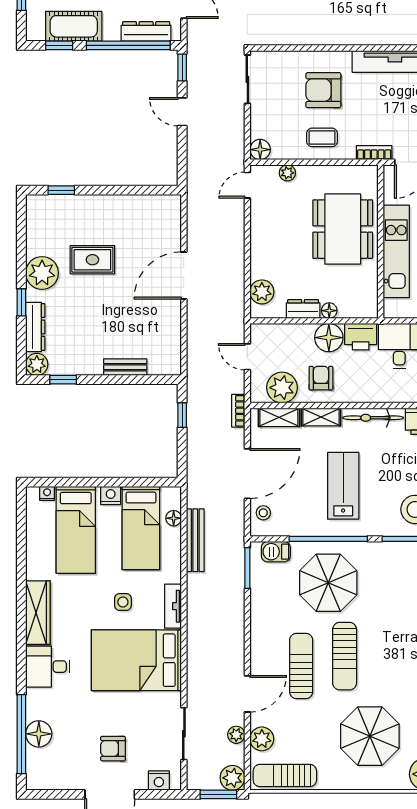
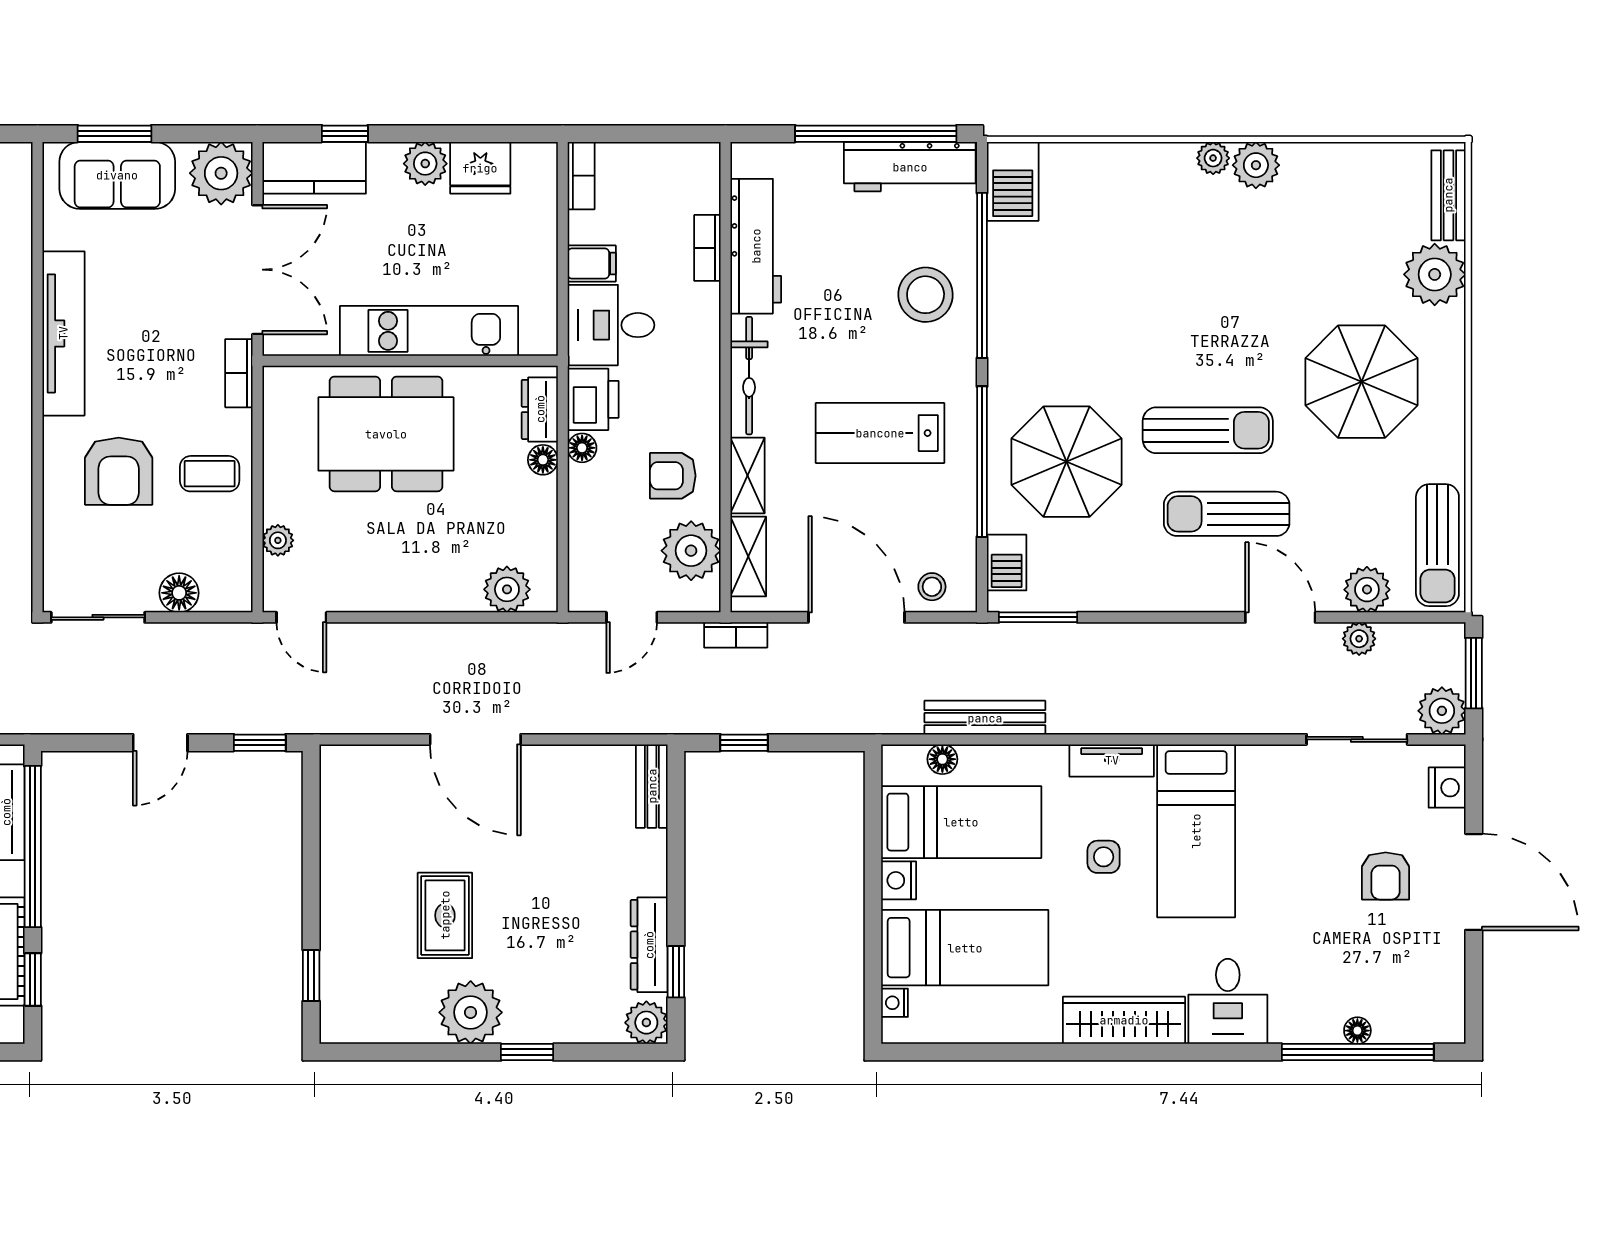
window: (182, 67) -> (260, 743), moved
coffee table: (322, 137) -> (210, 474), turned 90
floor lamp: (260, 150) -> (179, 593), moved
dresser: (303, 309) -> (540, 409), moved
dresser: (35, 327) -> (649, 945), moved, turned -90
floor lamp: (329, 338) -> (582, 448), width x0.53, depth x0.53
bench: (125, 367) -> (652, 786), moved
bed: (136, 660) -> (1196, 831), width x0.67
floor lamp: (39, 734) -> (1357, 1031), width x0.53, depth x0.53
plant: (232, 778) -> (1442, 711), moved

